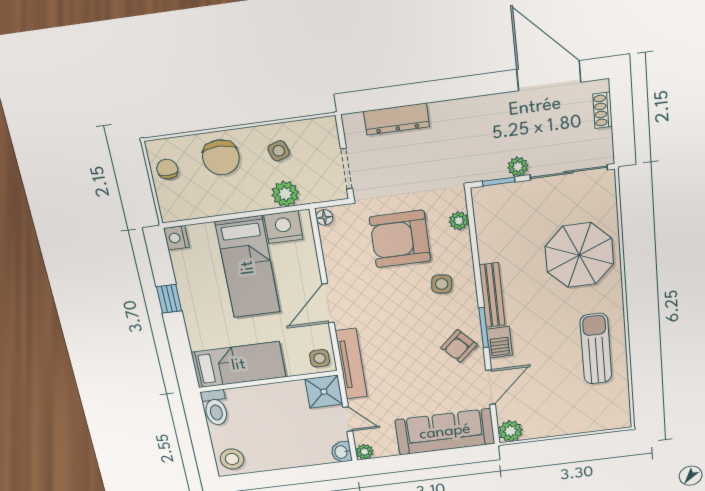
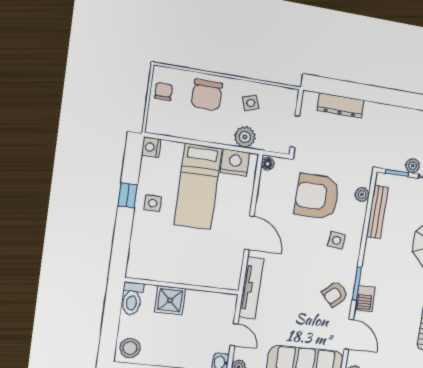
bench: (492, 295) -> (377, 212), moved
door: (328, 303) -> (249, 233), swing flipped
side table: (320, 358) -> (153, 203), moved
bed: (239, 365) -> (164, 266), removed
door: (491, 387) -> (349, 334), hinge flipped
shower: (324, 392) -> (170, 300), moved

